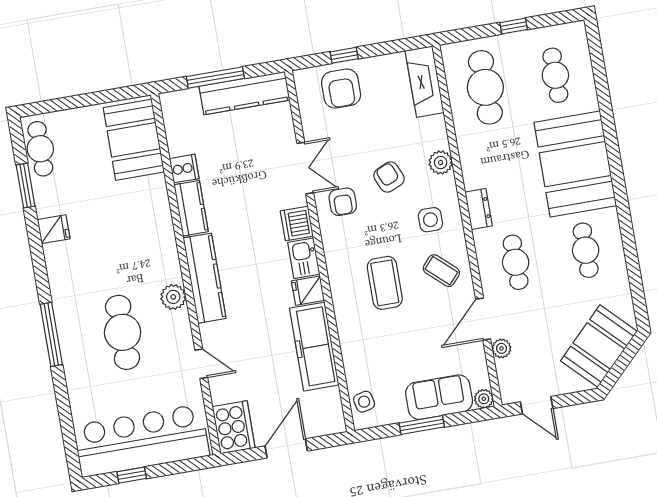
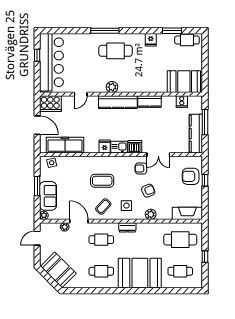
cooker: (184, 169) -> (182, 102), moved
cafe table: (123, 332) -> (116, 51), moved
freezer: (314, 347) -> (65, 145), moved

